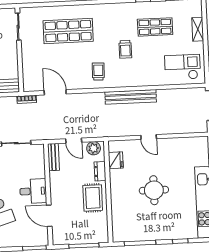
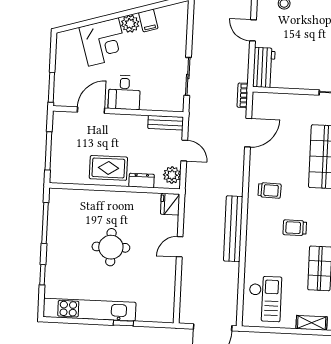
door: (74, 141) -> (184, 150), swing flipped
fridge: (116, 160) -> (170, 204), moved, turned 90

